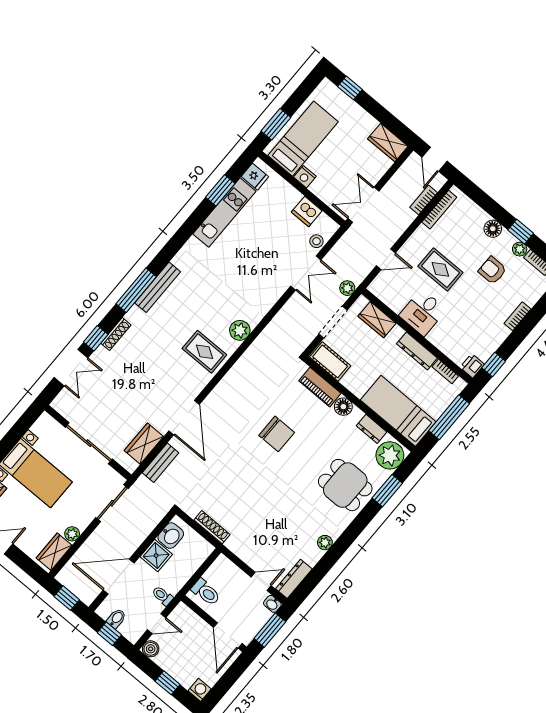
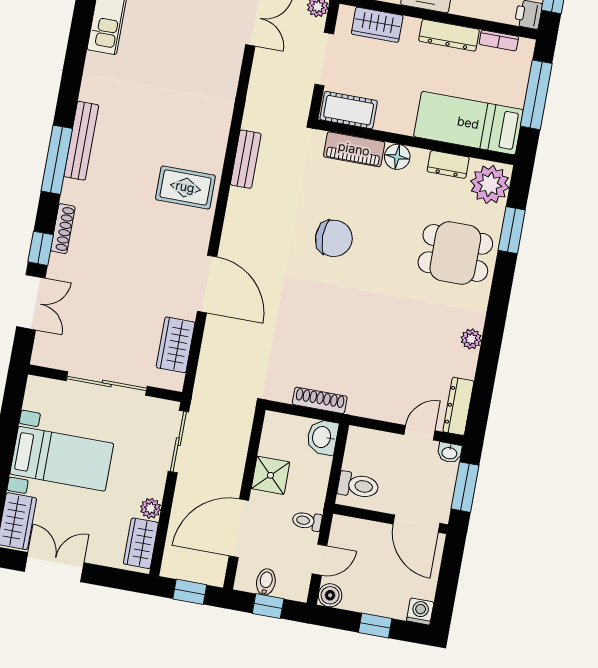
plant: (240, 330) -> (214, 136), removed
bench: (160, 463) -> (246, 159), moved
washbasin: (171, 536) -> (322, 437), moved, turned 180

